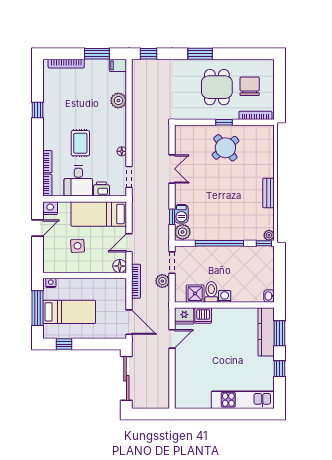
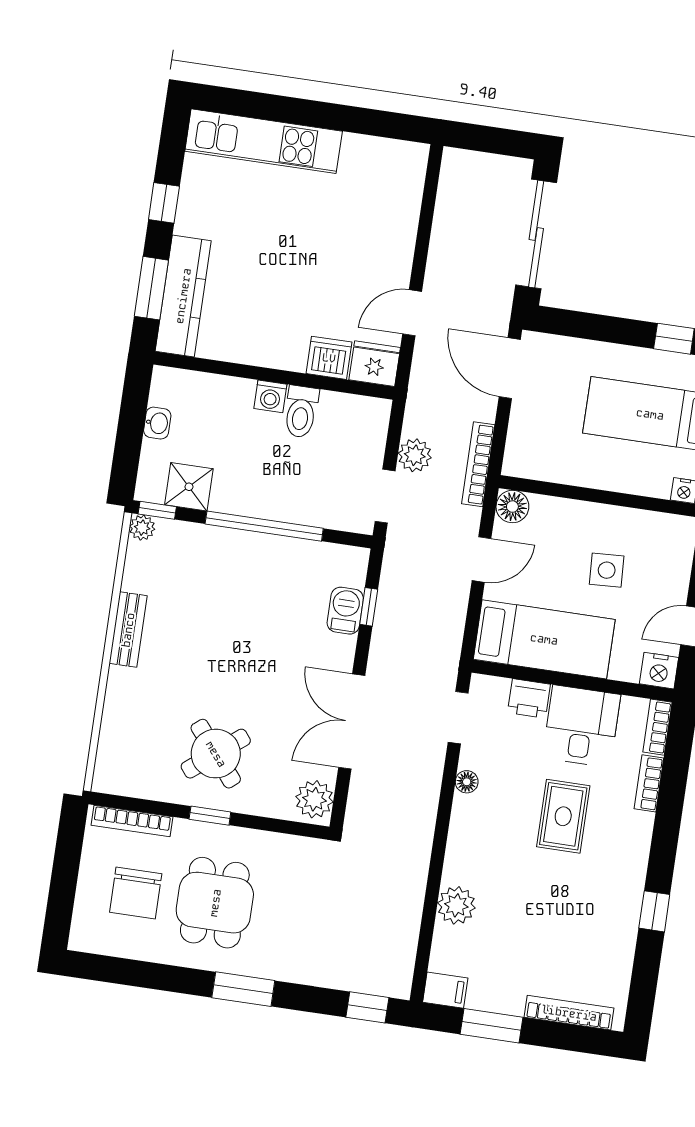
double door: (172, 169) -> (352, 722), width x1.37
plant: (183, 232) -> (314, 799), moved
shower: (195, 294) -> (189, 487), moved
washbasin: (269, 296) -> (157, 423), moved

